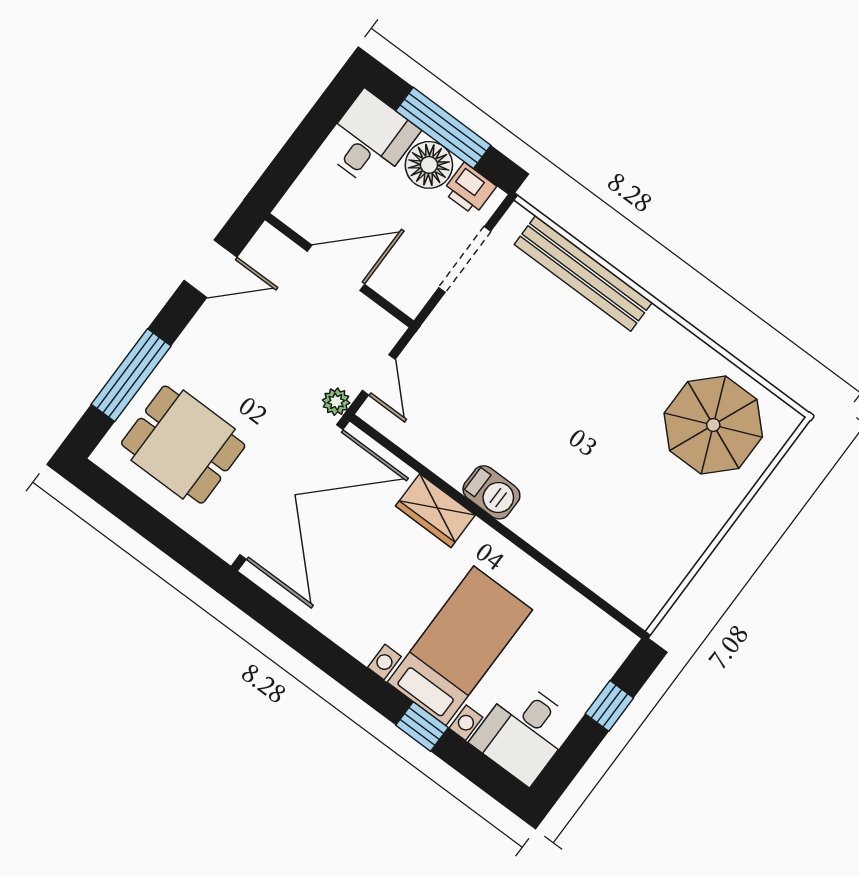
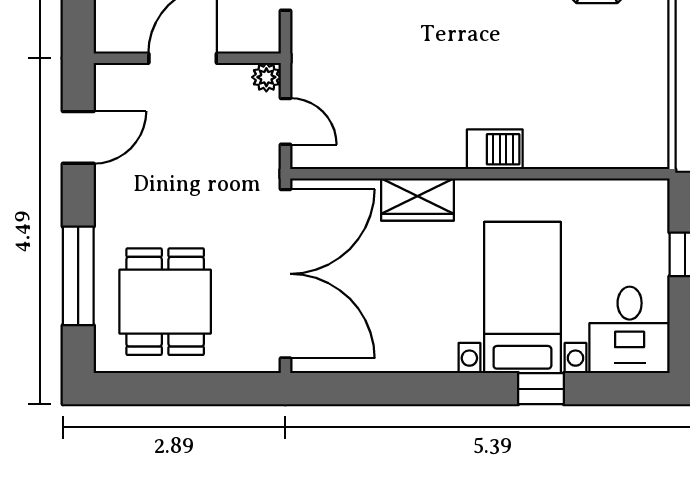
plant: (336, 402) -> (266, 77), moved
dining table: (183, 445) -> (165, 302), turned 90
barbecue: (491, 492) -> (495, 149), moved

